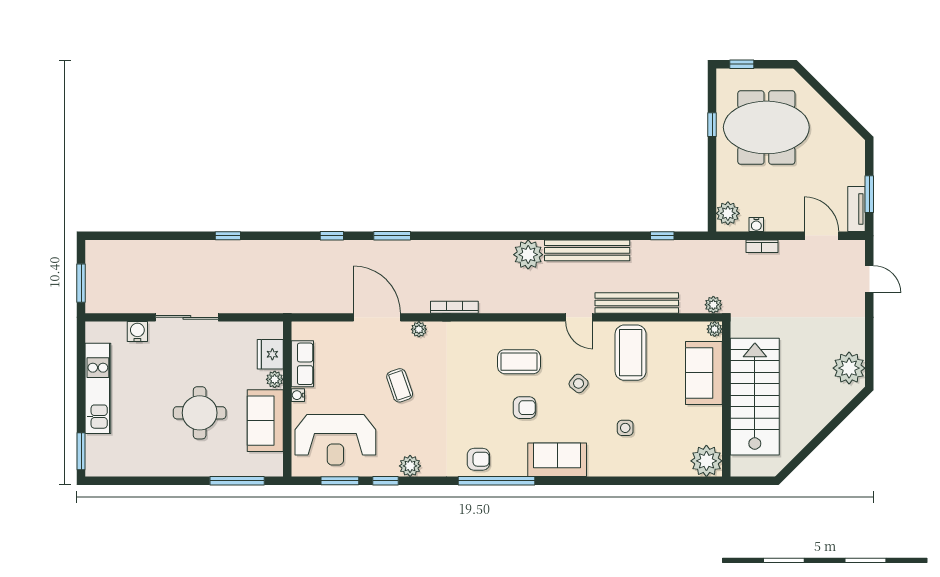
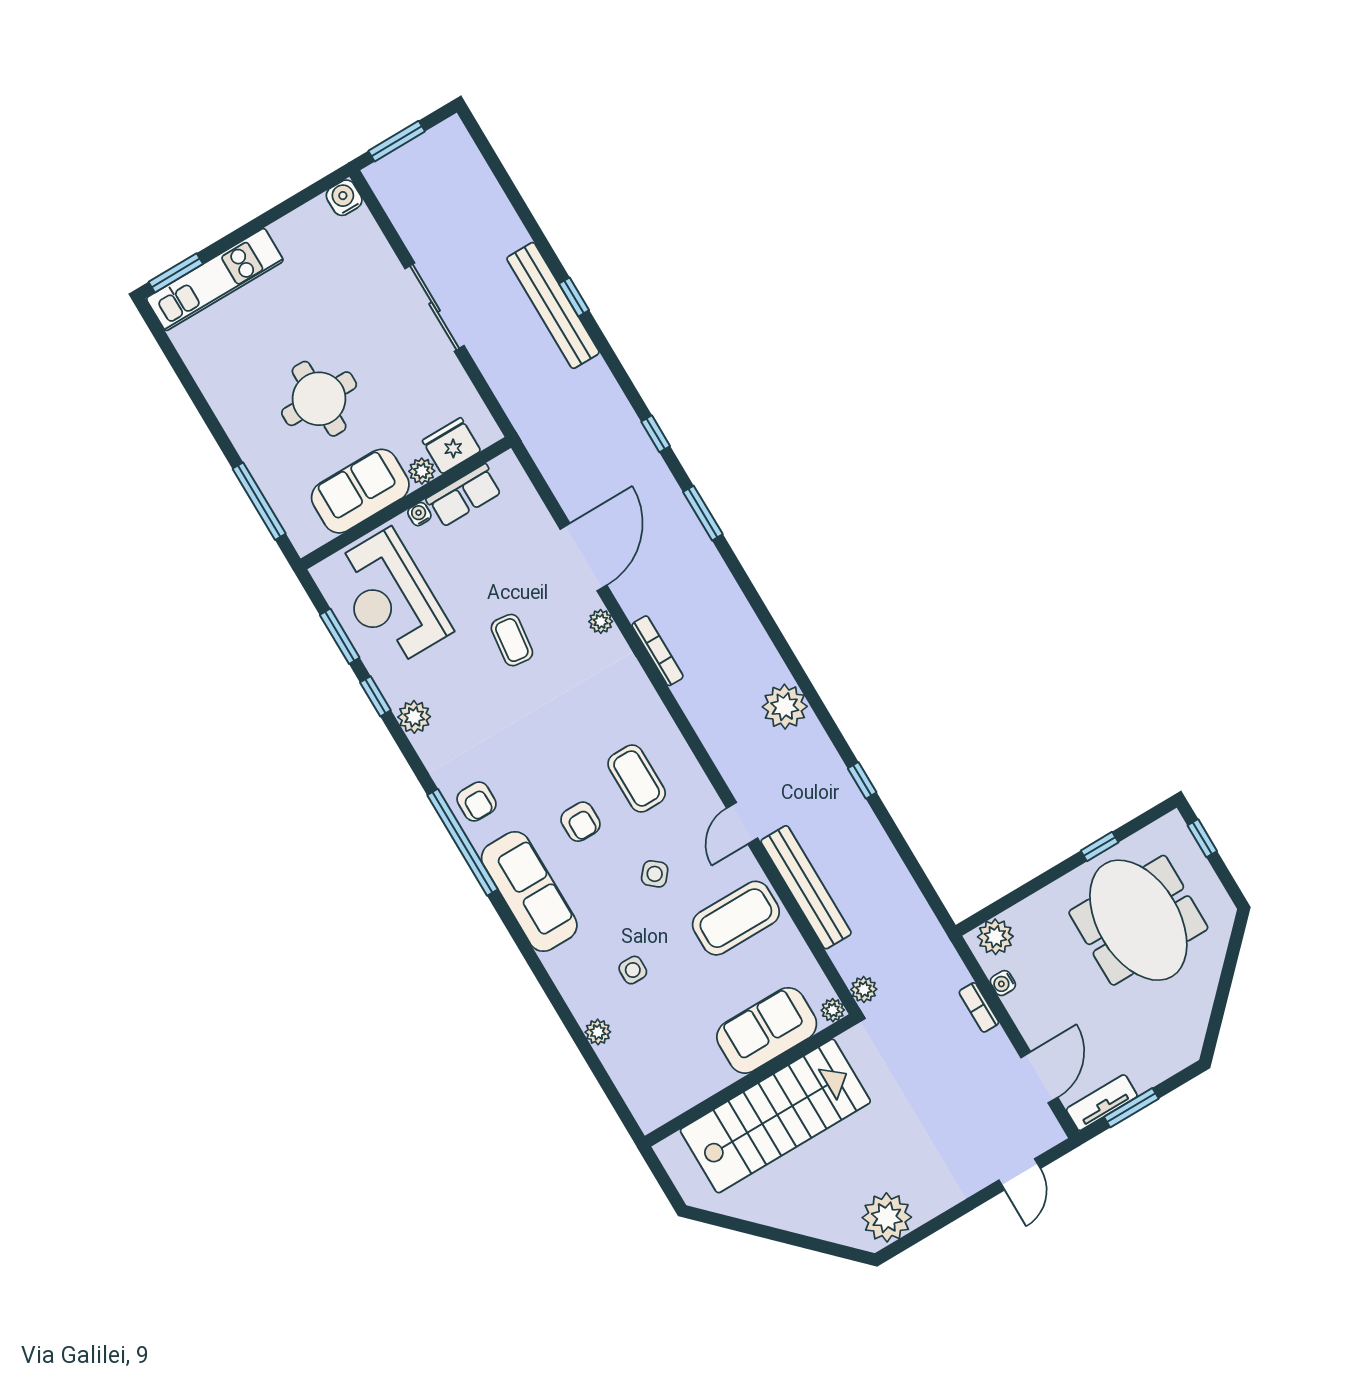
window: (662, 236) -> (862, 780), moved
bench: (587, 250) -> (553, 305), moved
water cooler: (137, 332) -> (344, 198), moved, turned -90
coffee table: (400, 385) -> (512, 640), turned -64
kitchen unit: (98, 388) -> (215, 280), moved
sofa: (557, 460) -> (529, 892), width x1.36
plant: (706, 461) -> (598, 1032), moved, width x0.53, depth x0.53

